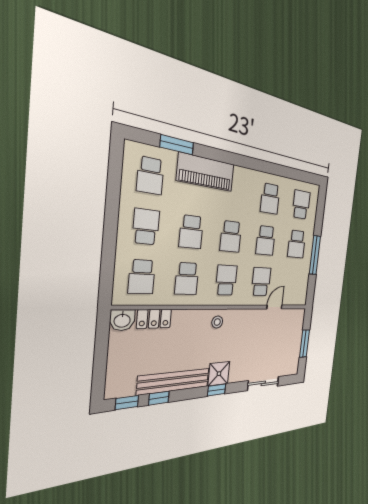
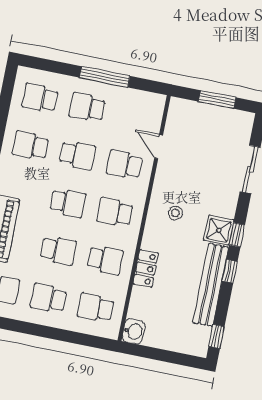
school desk: (270, 199) -> (30, 146), turned 180
school desk: (297, 244) -> (87, 107), turned 180
school desk: (142, 277) -> (96, 308), turned 180
locker: (154, 319) -> (146, 268), moved
stool: (217, 322) -> (175, 213), moved
window: (159, 398) -> (230, 271), moved

